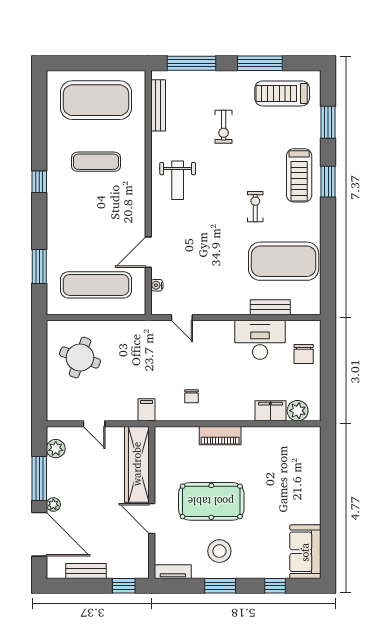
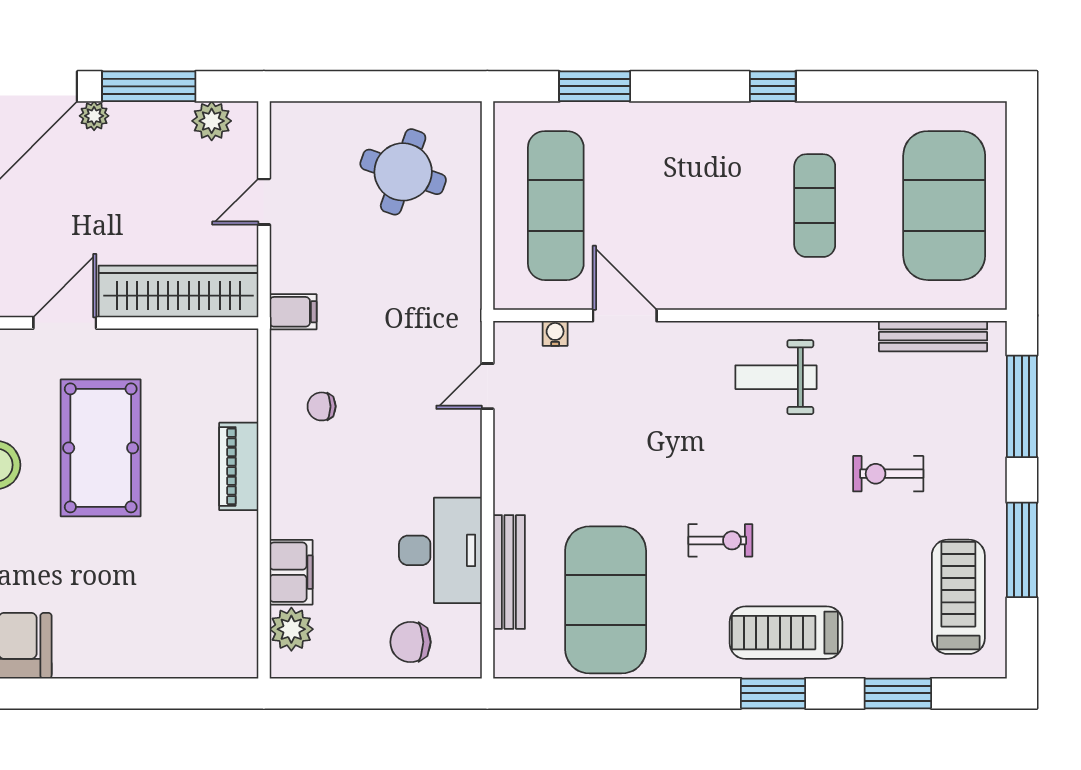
bench: (270, 307) -> (509, 572), width x1.36

